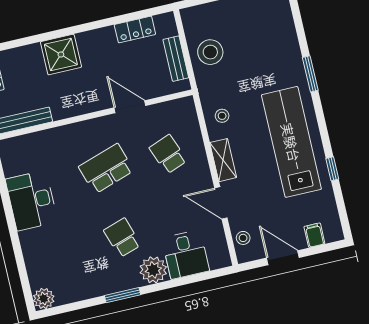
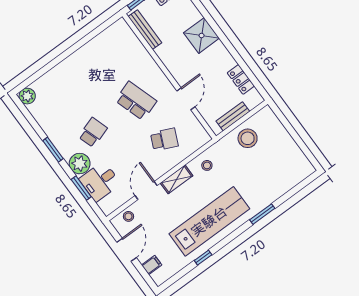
school desk: (168, 154) -> (164, 139), turned 45
desk: (32, 200) -> (92, 59), removed
window: (184, 281) -> (81, 188), added

